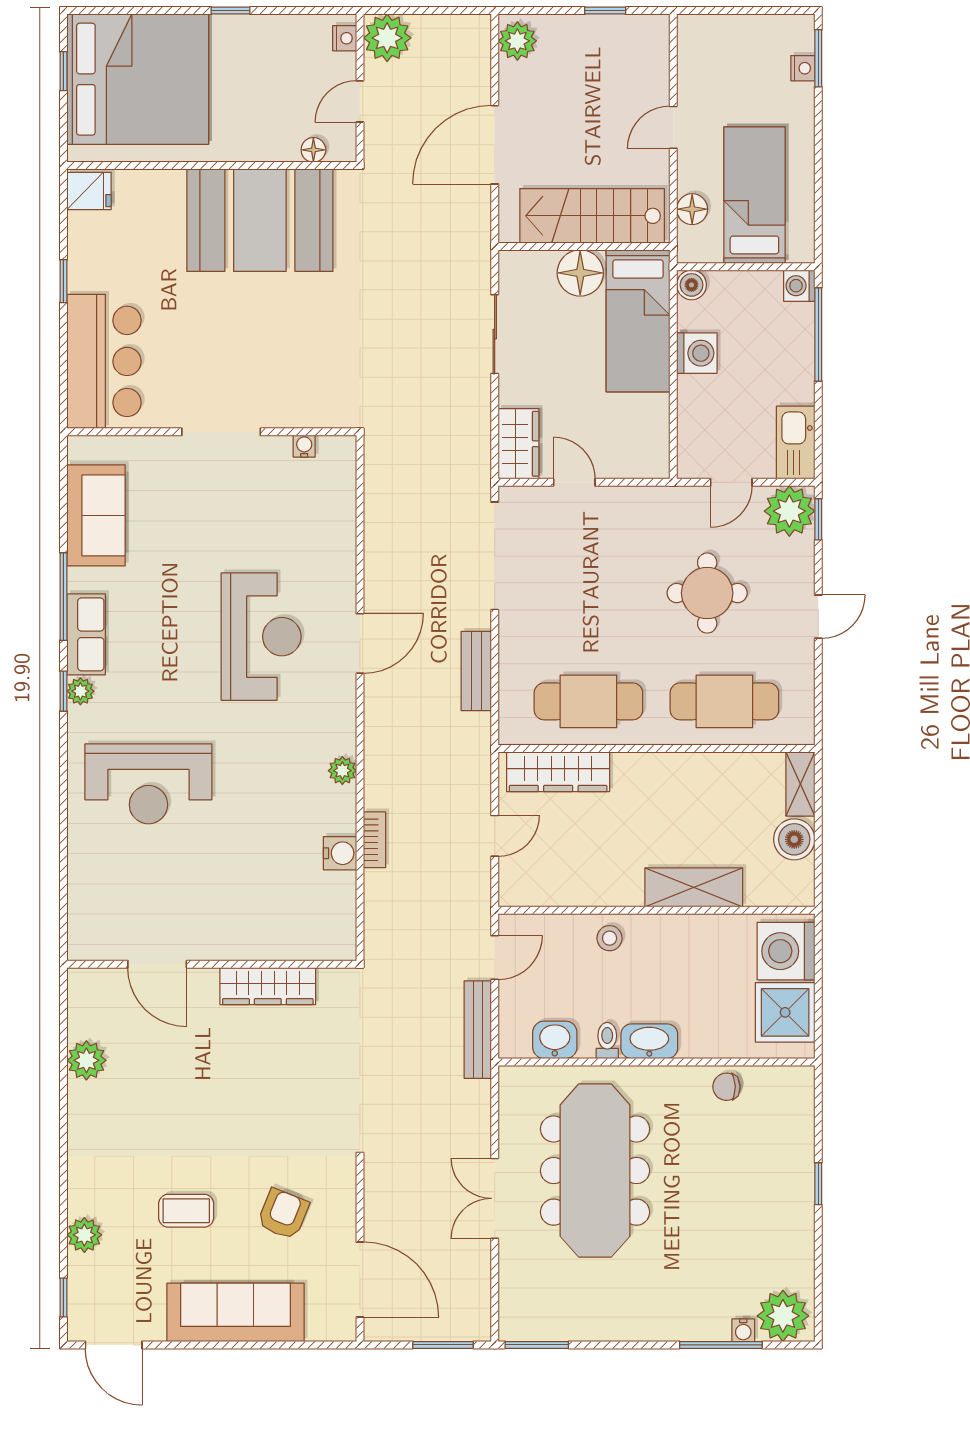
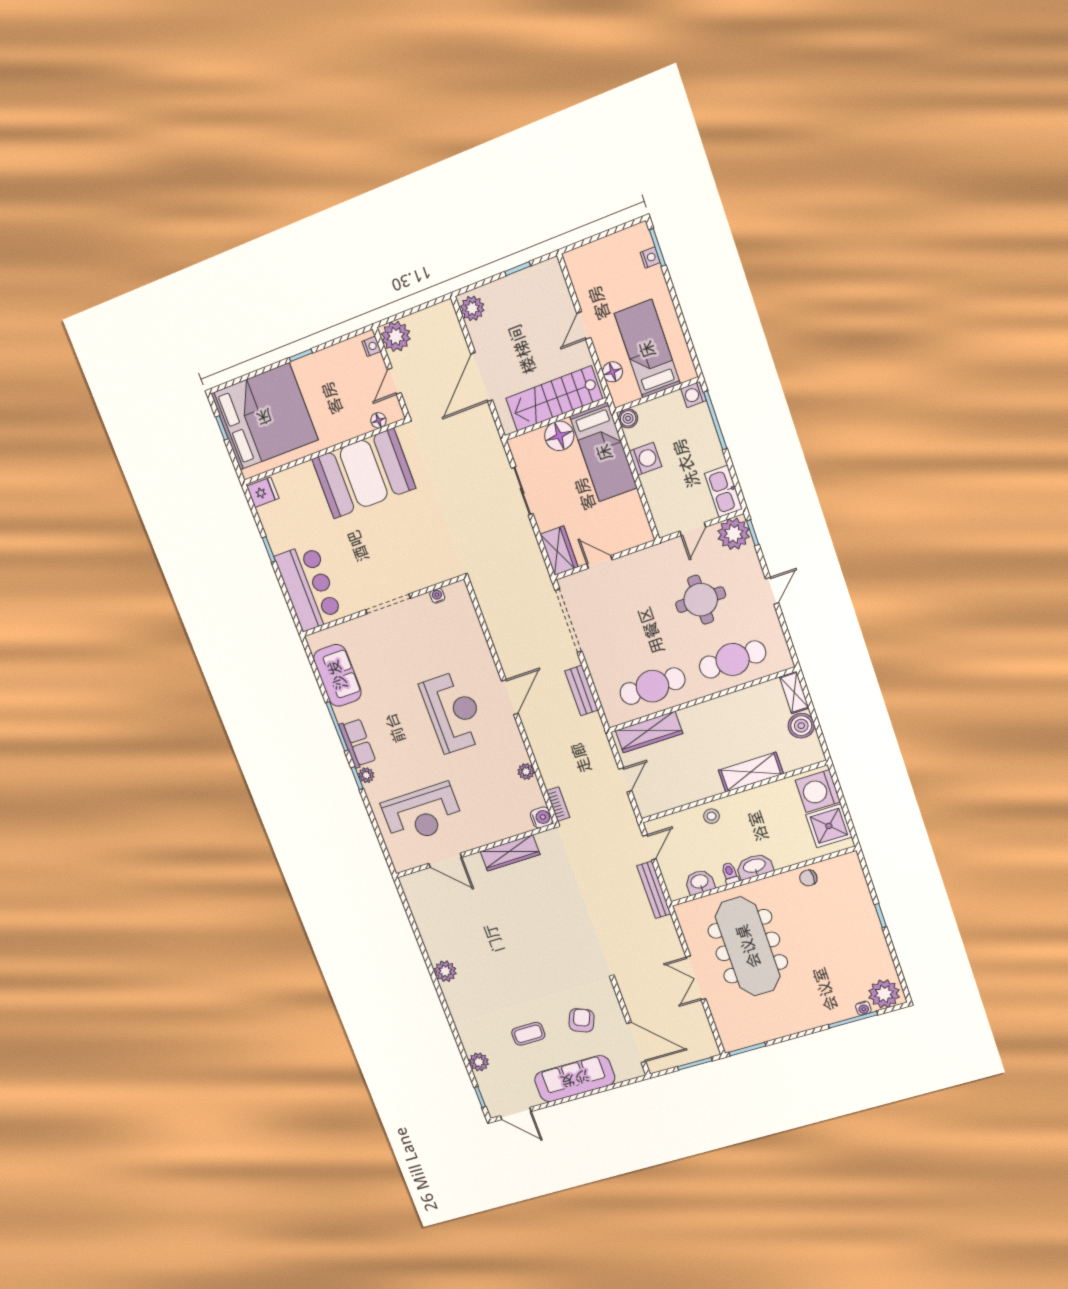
door: (157, 964) -> (445, 860), moved
wall: (212, 964) -> (475, 851), moved
wardrobe: (268, 986) -> (510, 853), moved

